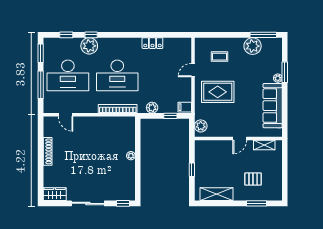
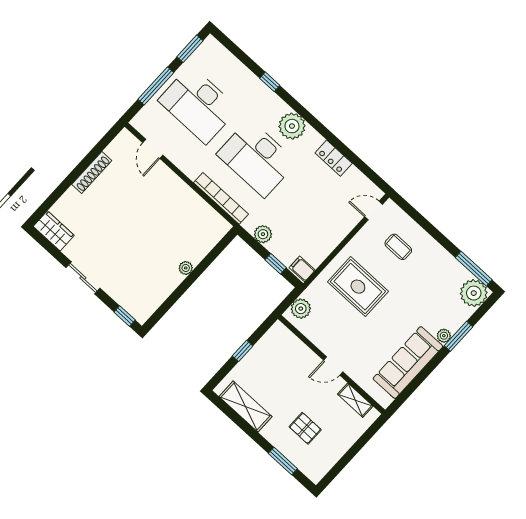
window: (66, 35) -> (240, 55), removed
plant: (89, 46) -> (292, 126), moved
plant: (253, 46) -> (474, 293), moved
door: (193, 70) -> (374, 211), moved
sliding door: (88, 203) -> (83, 278), width x0.73

